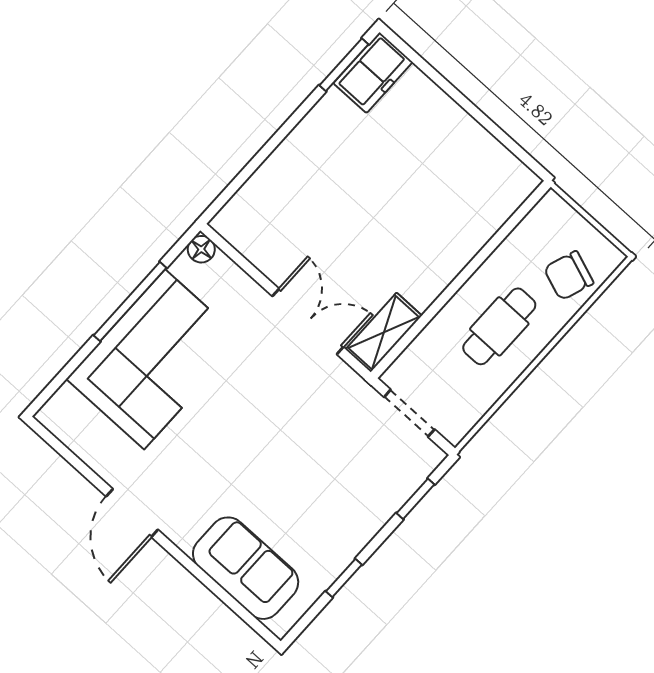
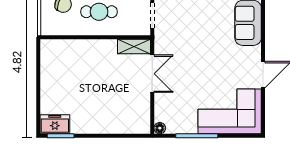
double door: (308, 322) -> (152, 74), swing flipped
corner sofa: (155, 359) -> (230, 111), moved

